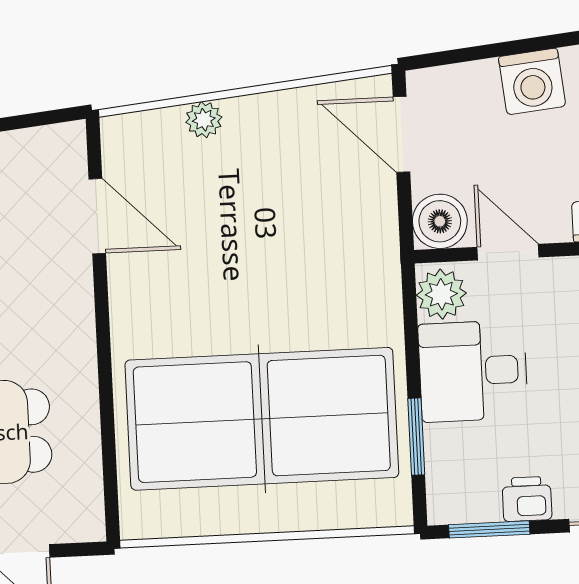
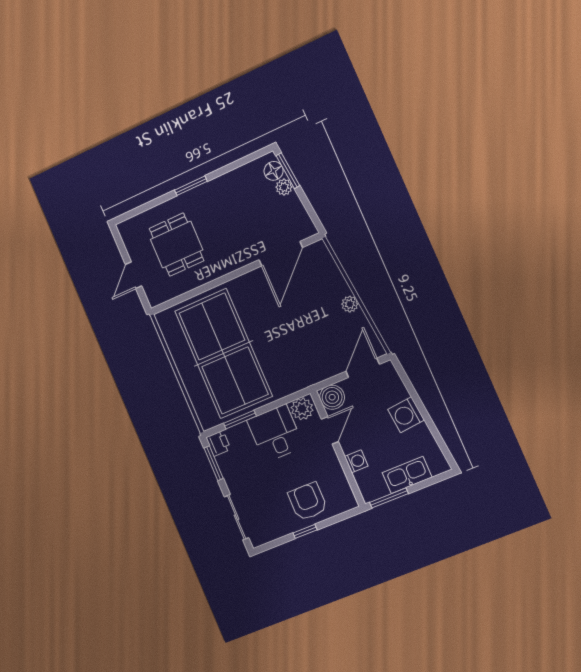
plant: (204, 120) -> (350, 304), moved
door: (97, 216) -> (281, 254), width x1.36
printer: (527, 499) -> (218, 443), moved

